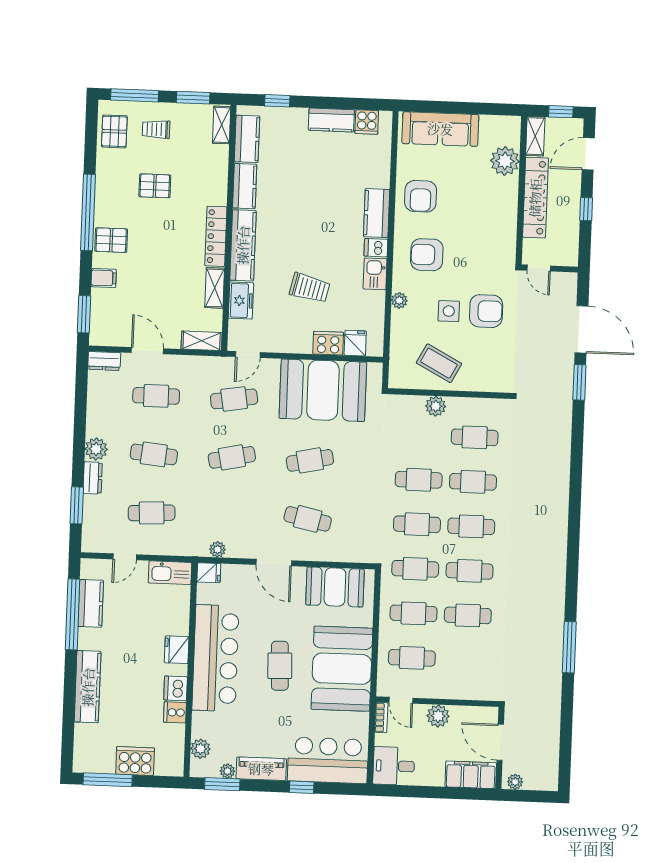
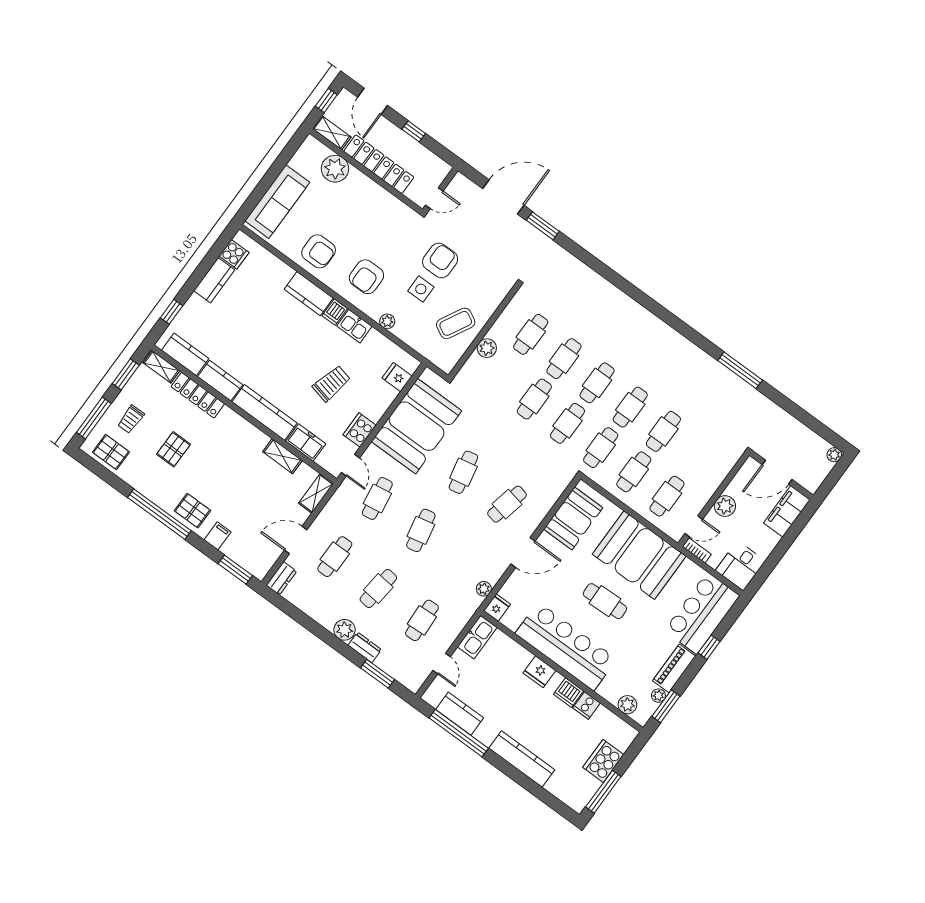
locker: (216, 236) -> (198, 395), moved
pallet: (111, 240) -> (192, 511), turned 90
cooker: (328, 343) -> (360, 430), moved
plant: (515, 782) -> (834, 455), moved

